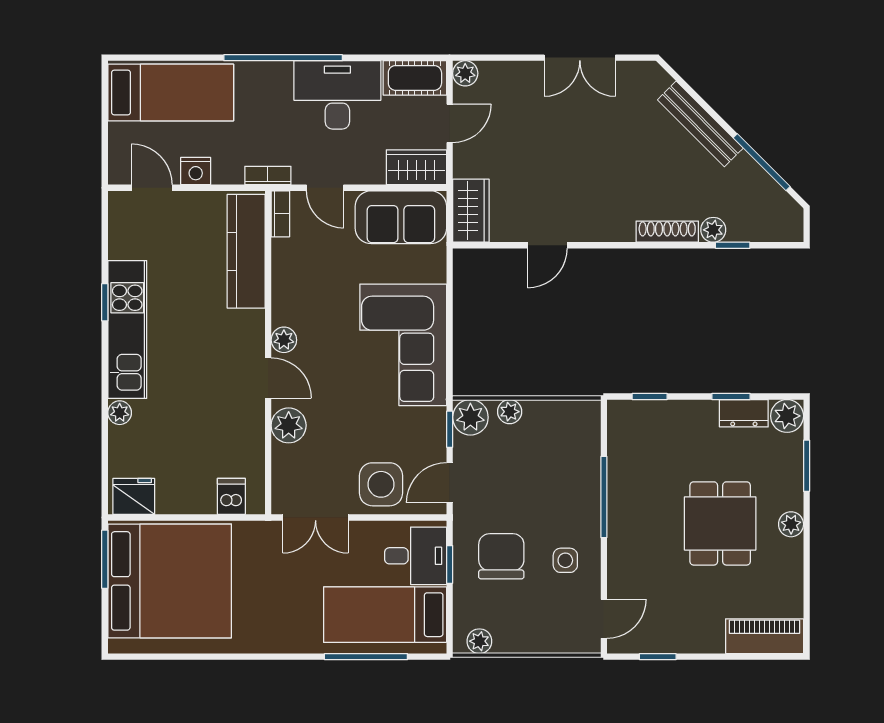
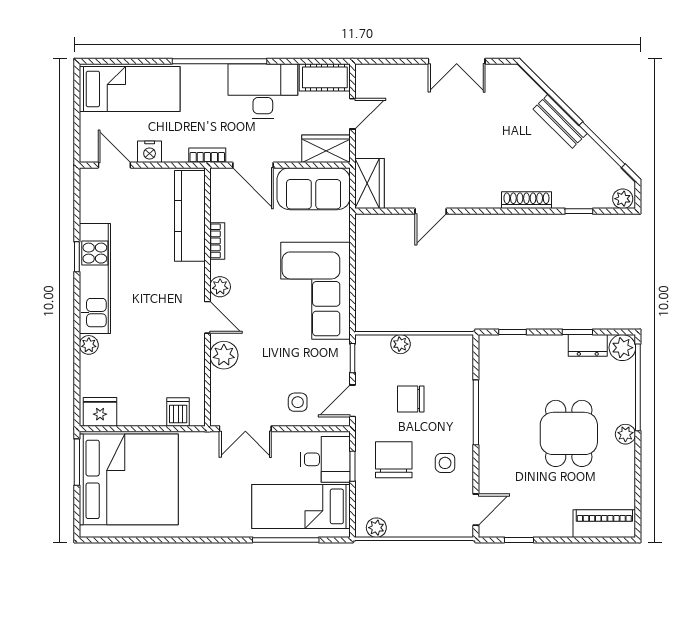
plant: (465, 73) -> (365, 74), removed
bench: (700, 124) -> (560, 121), width x0.73
door: (325, 188) -> (253, 165), width x1.38
bookcase: (280, 214) -> (217, 241), moved
plant: (713, 230) -> (623, 199), moved
plant: (470, 417) -> (369, 349), removed
window: (807, 466) -> (638, 387), width x2.11
chair: (522, 480) -> (411, 399), added
side table: (381, 484) -> (298, 402), width x0.54, depth x0.54

